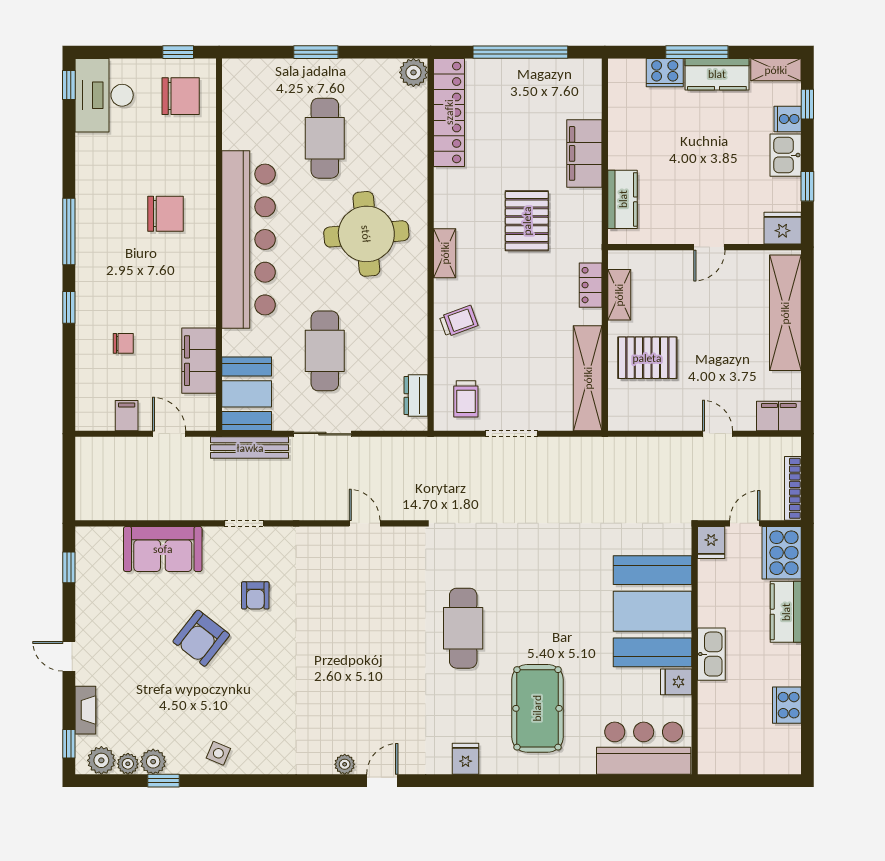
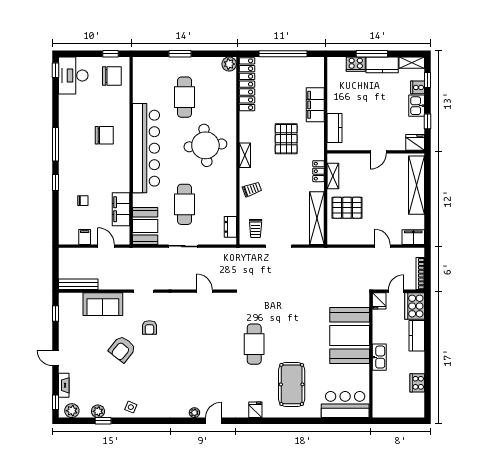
bench: (250, 448) -> (78, 284), moved
fridge: (676, 682) -> (361, 371), removed
plant: (128, 764) -> (85, 412), removed

